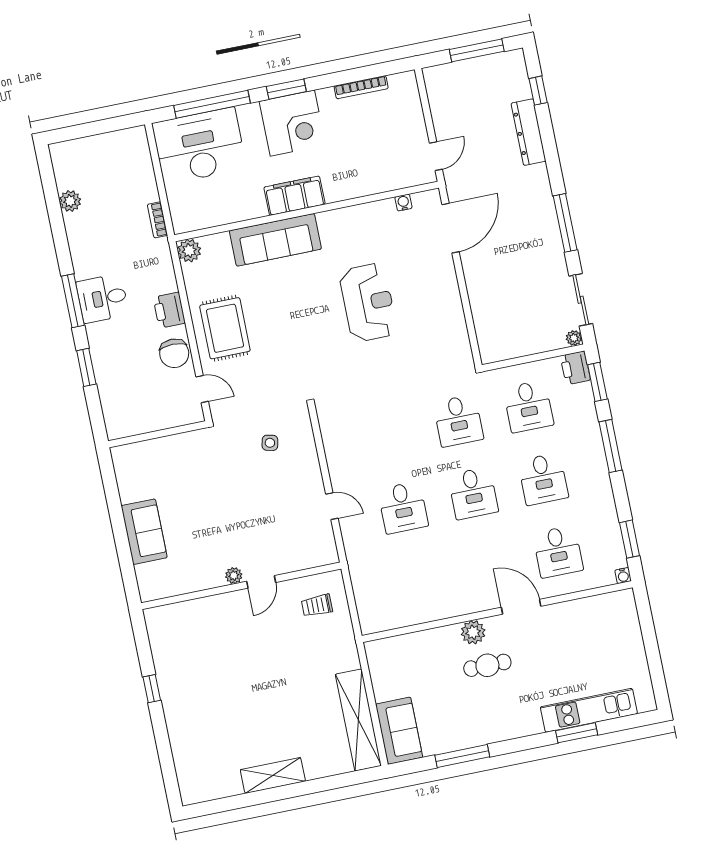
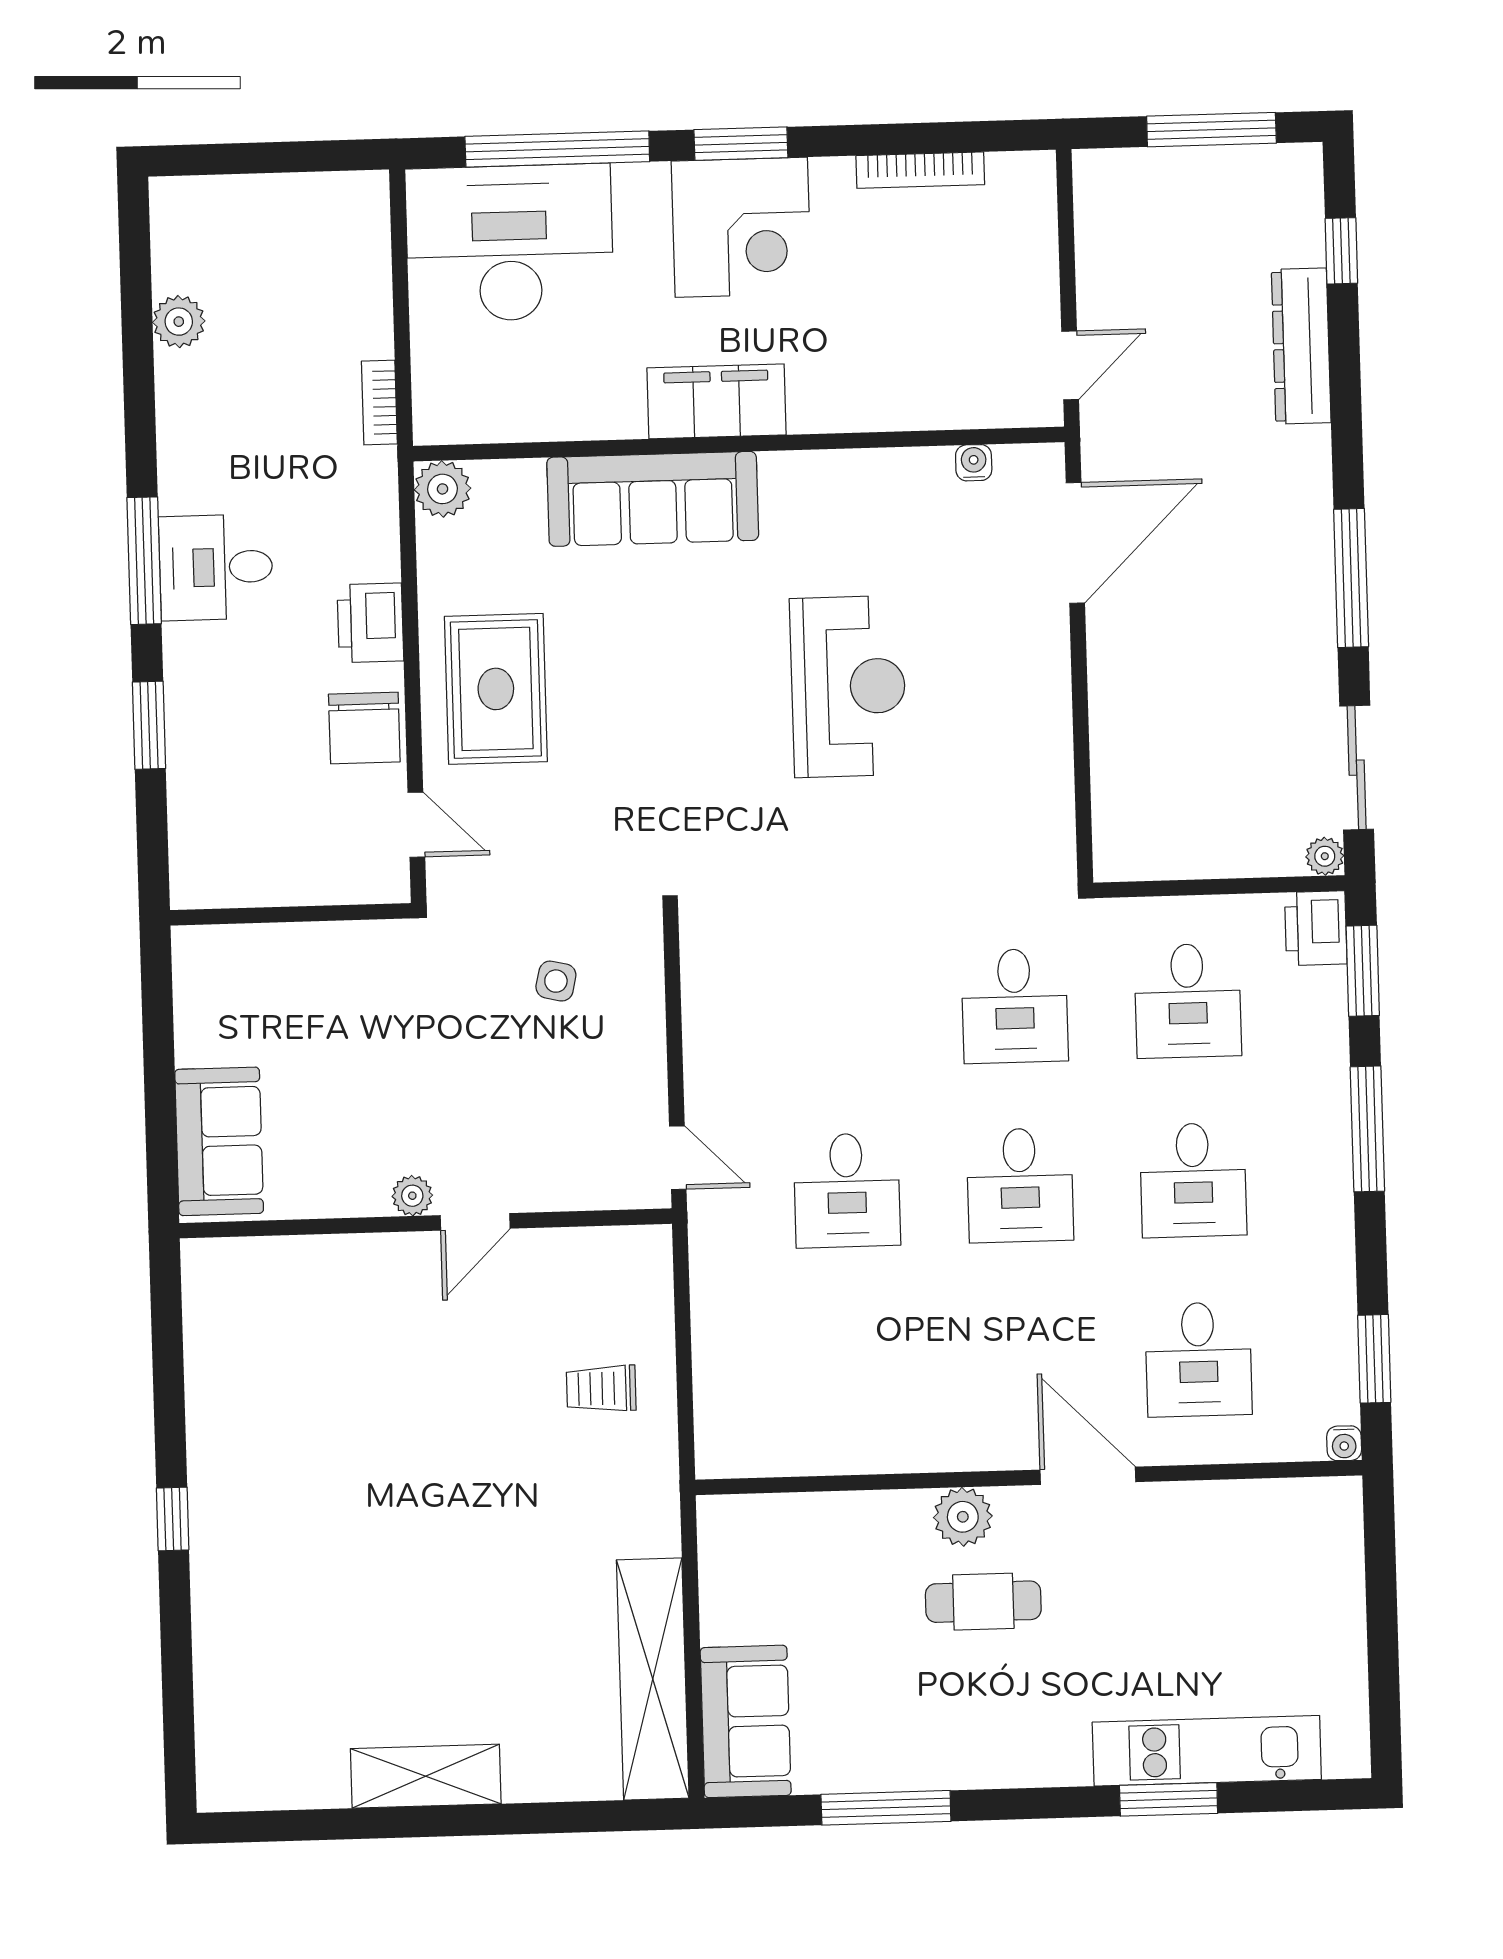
plant: (234, 576) -> (412, 1196), moved
door: (261, 582) -> (475, 1222), moved
wall: (241, 586) -> (426, 1223), moved

